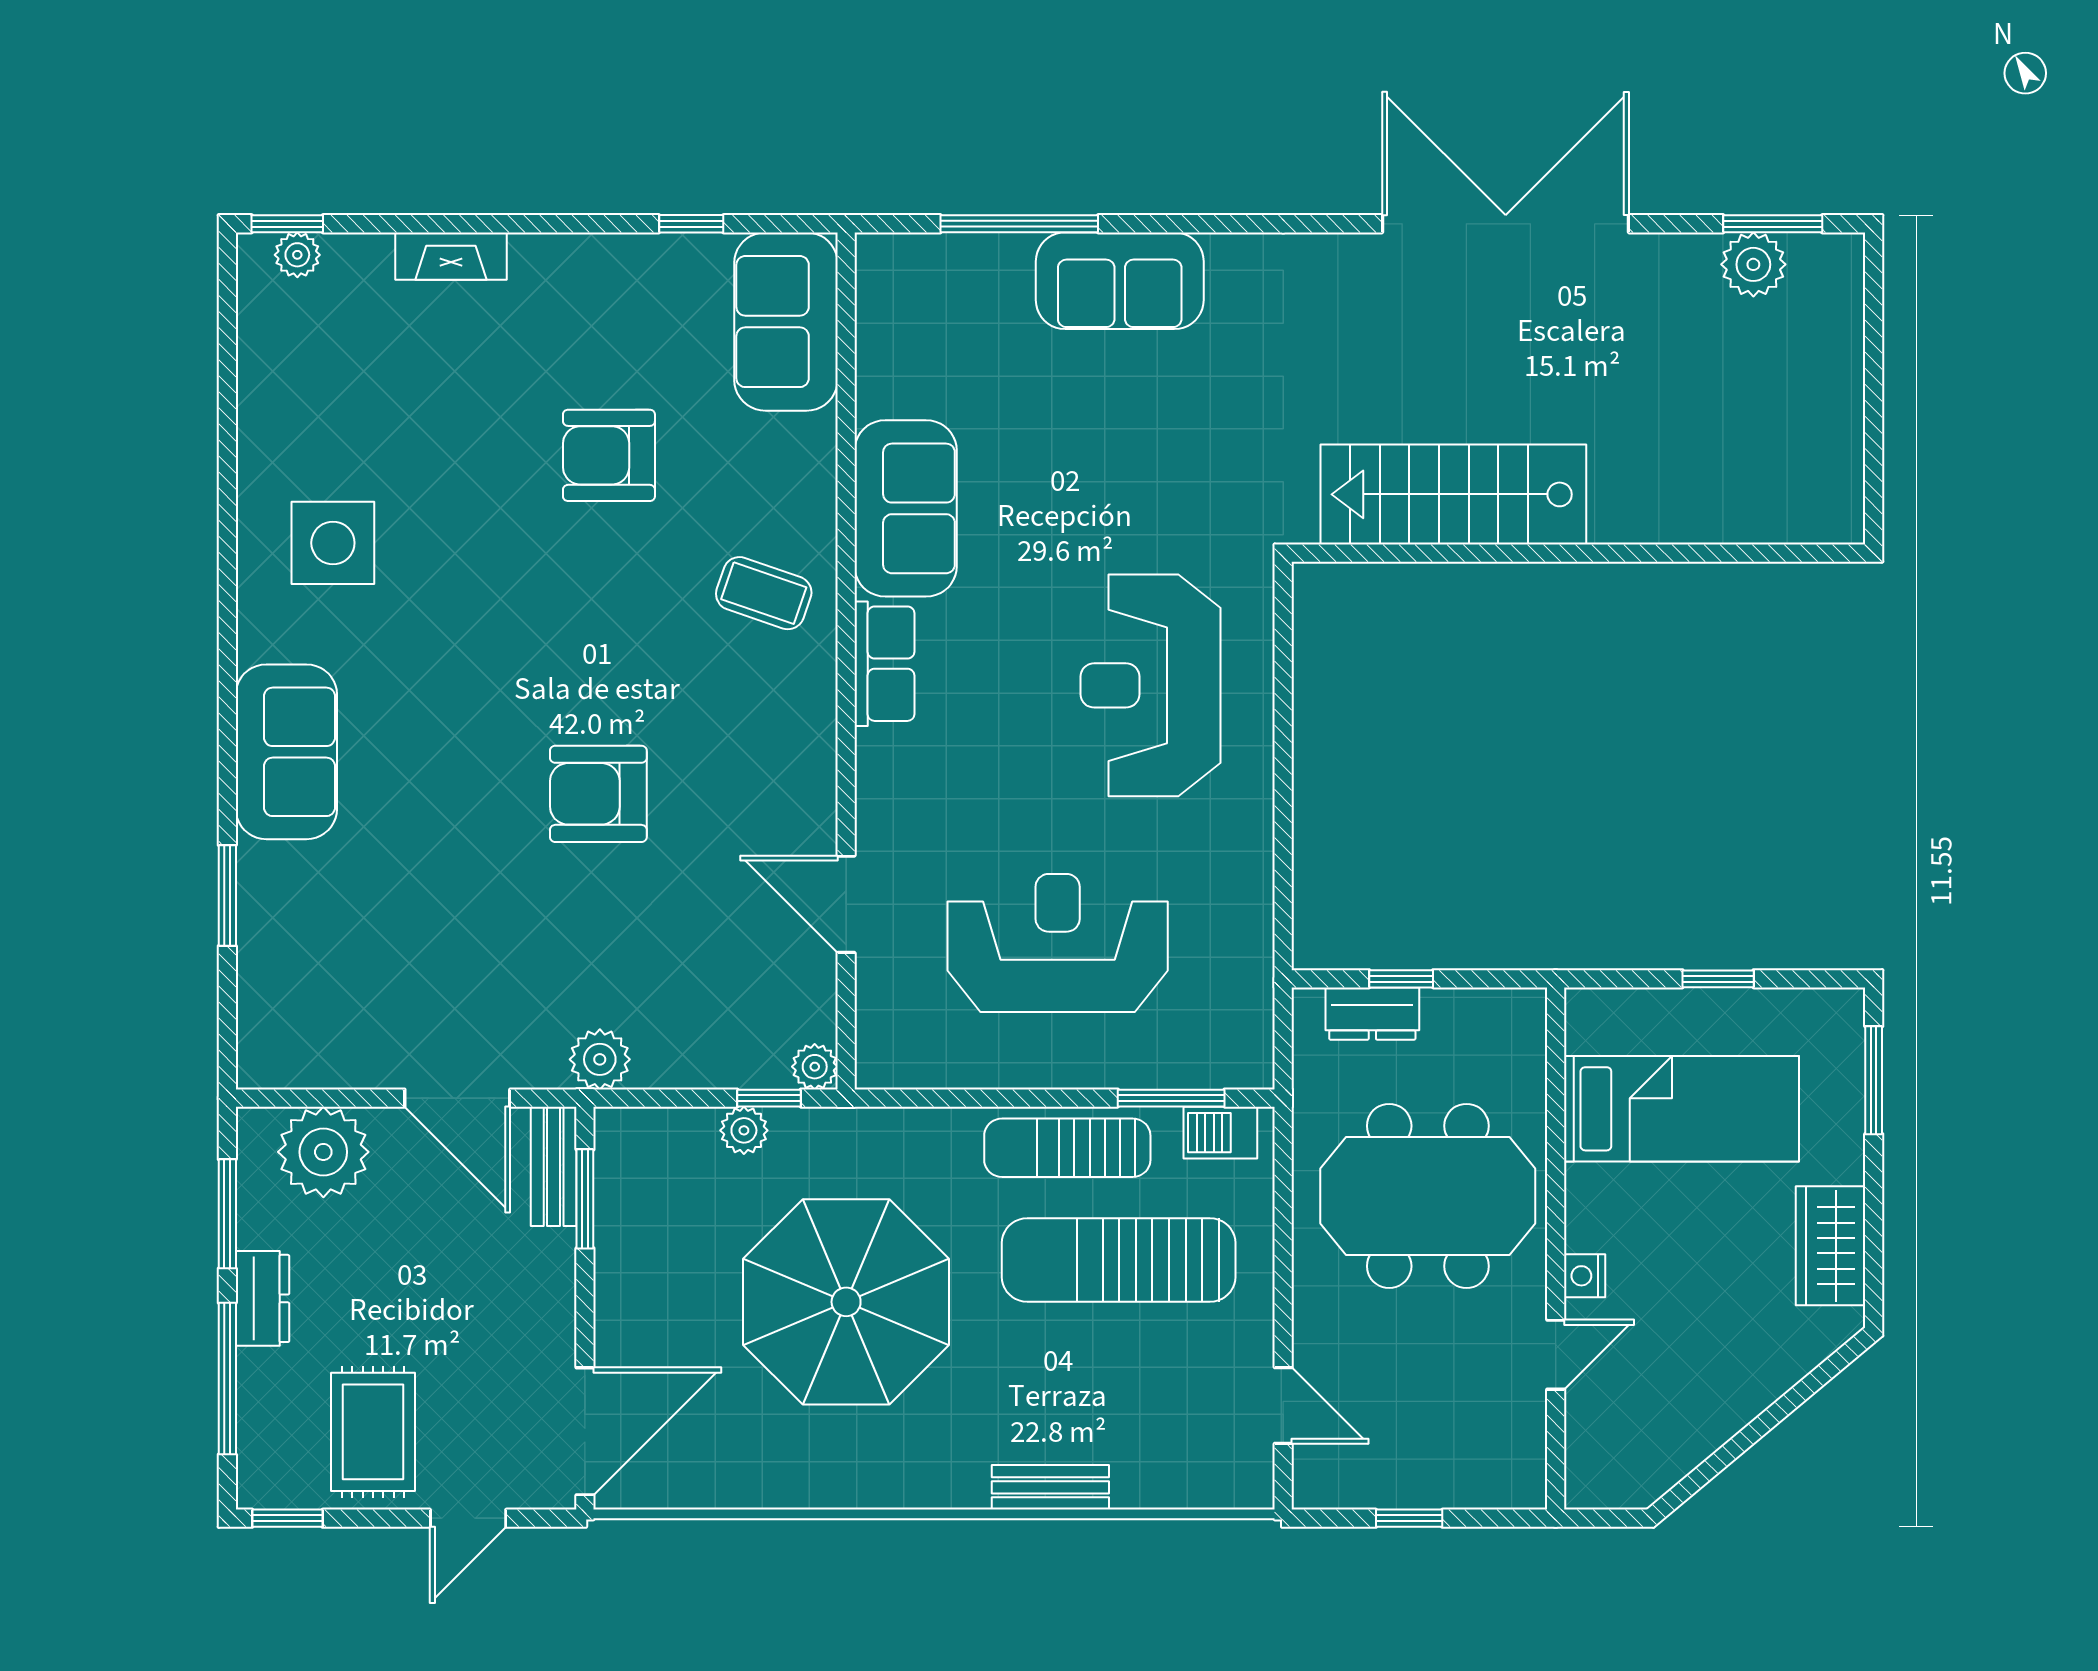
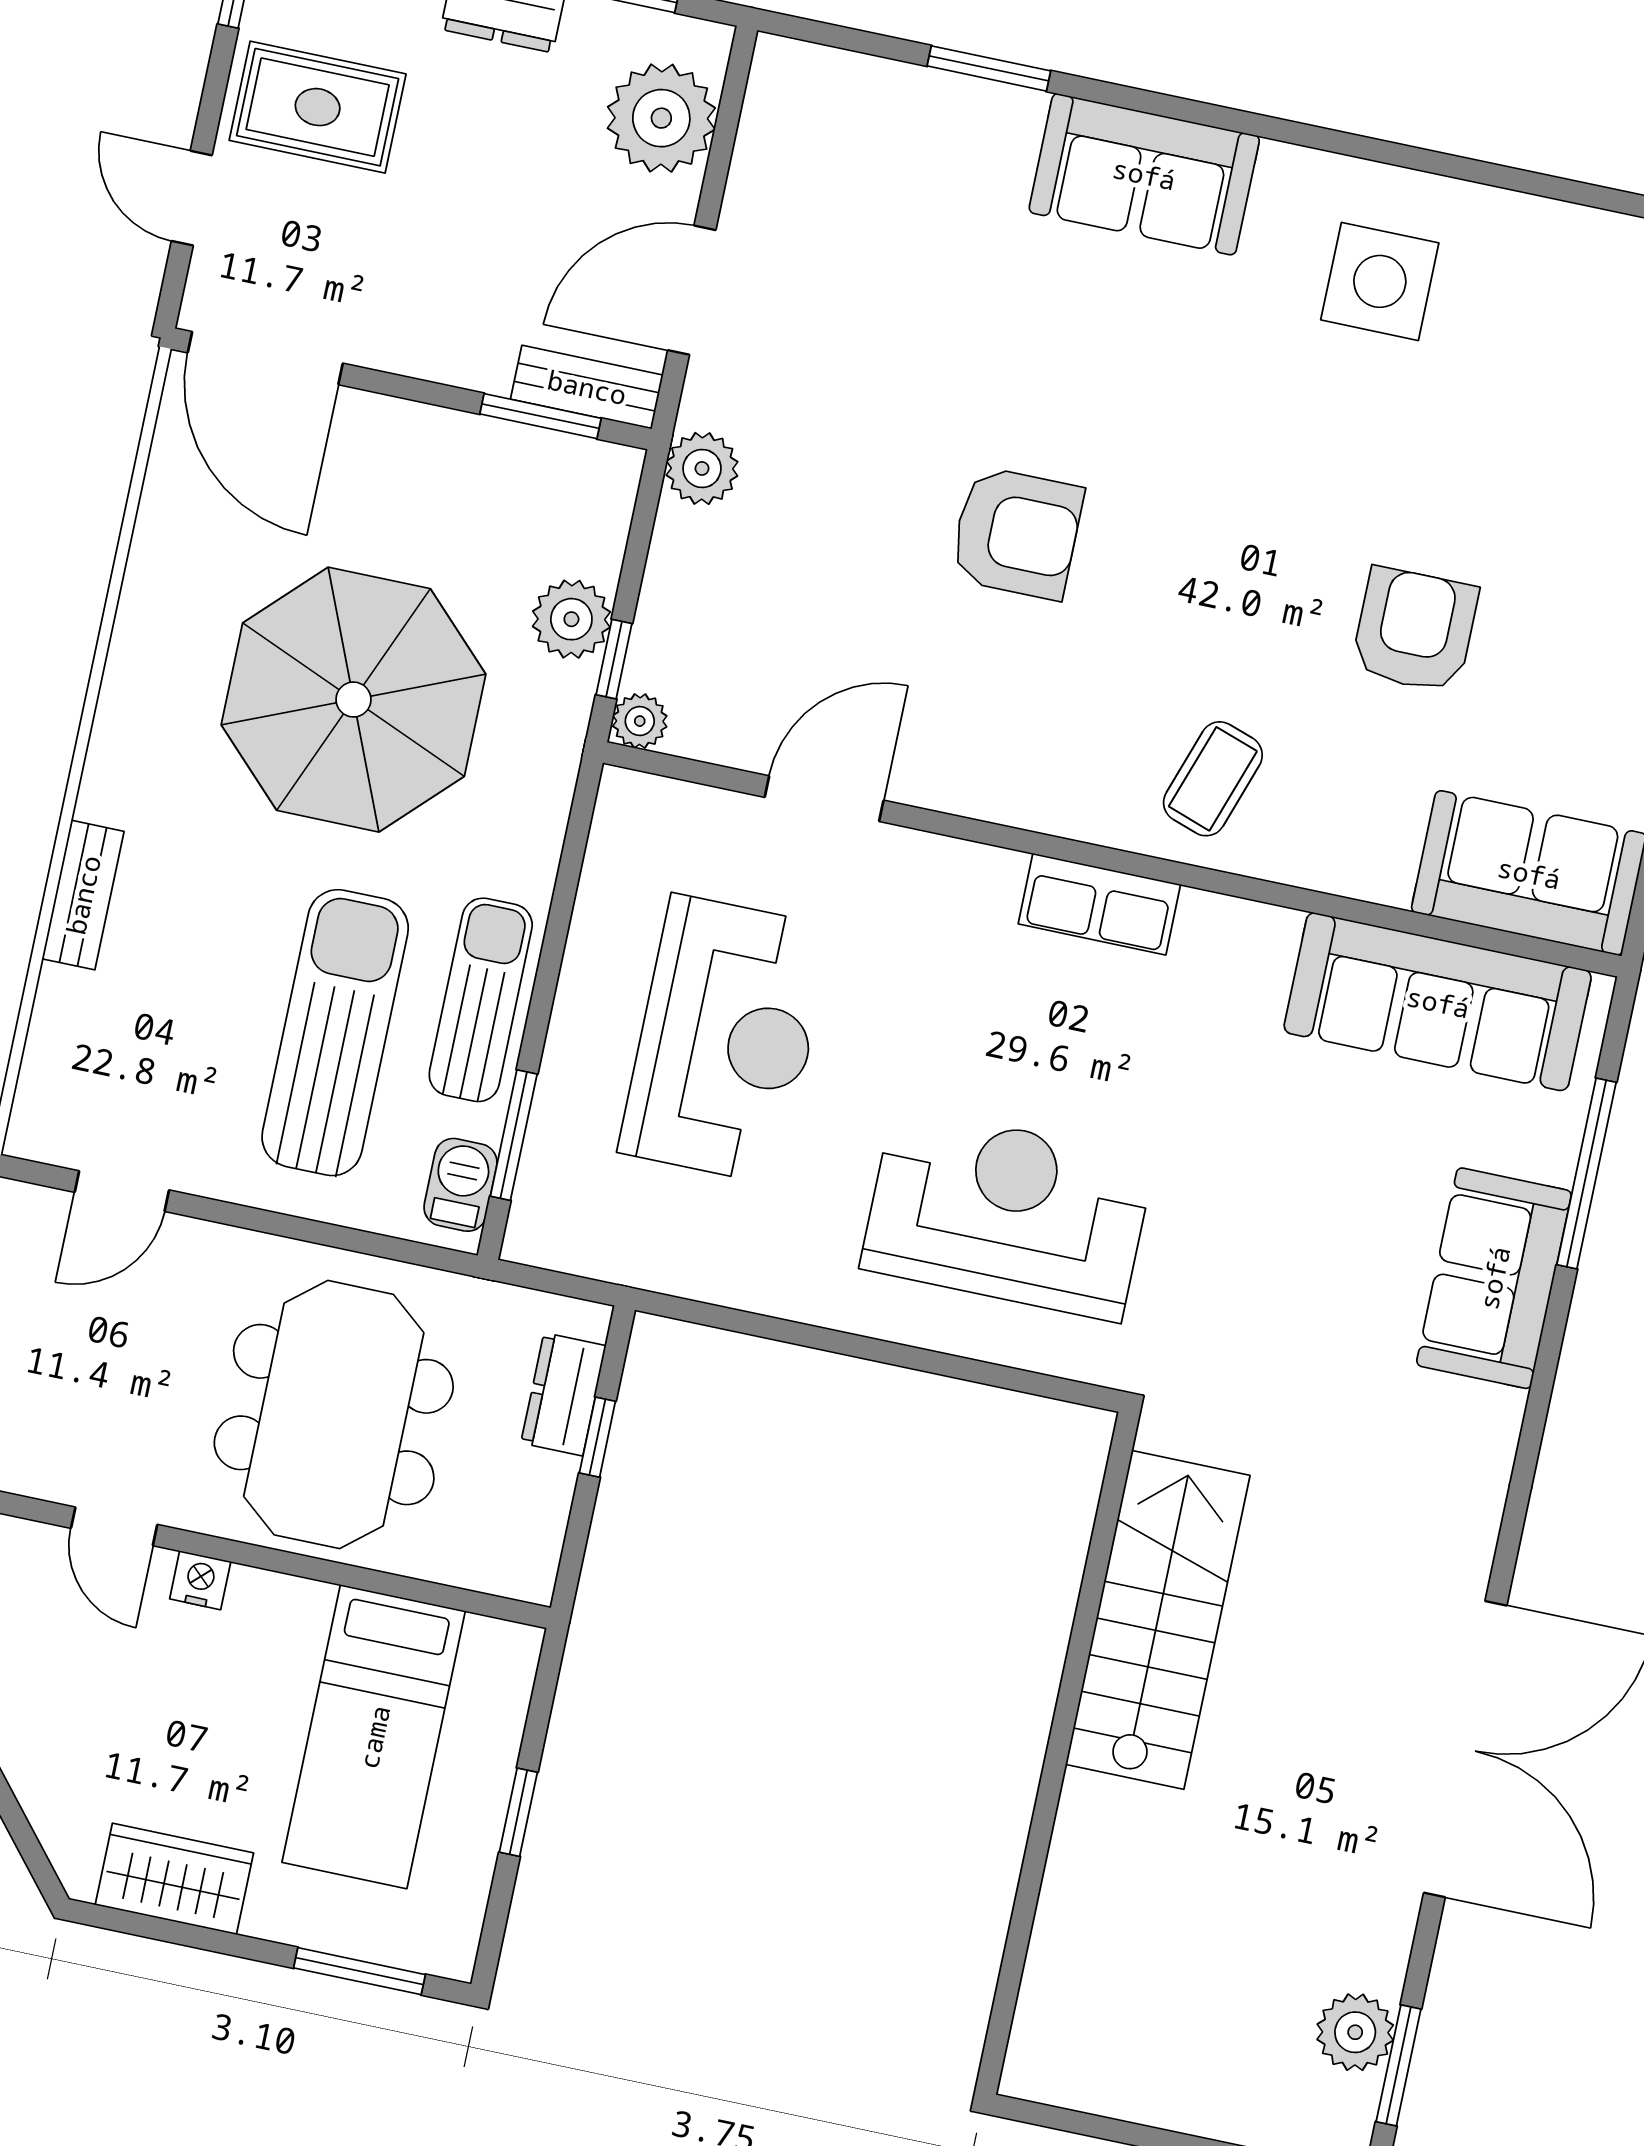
sofa: (906, 508) -> (1438, 1002), moved, width x1.36
armchair: (598, 794) -> (1017, 533), turned 90
plant: (744, 1130) -> (571, 619), width x1.38, depth x1.38

